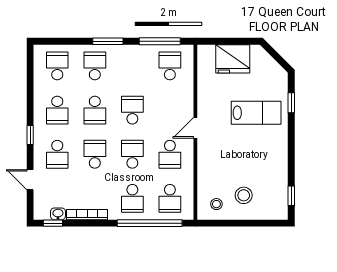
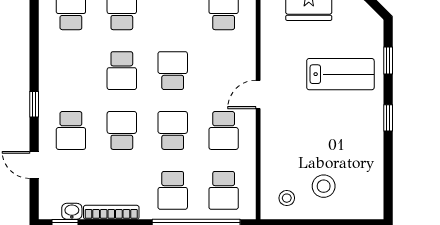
school desk: (57, 110) -> (71, 71), removed
window: (291, 196) -> (388, 118), moved

